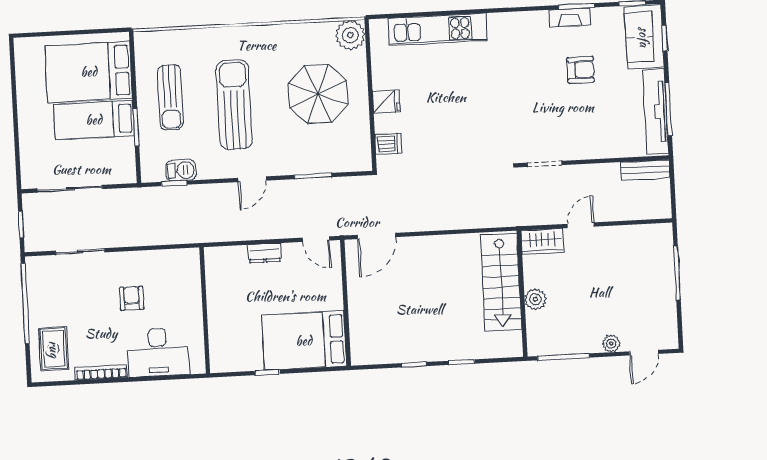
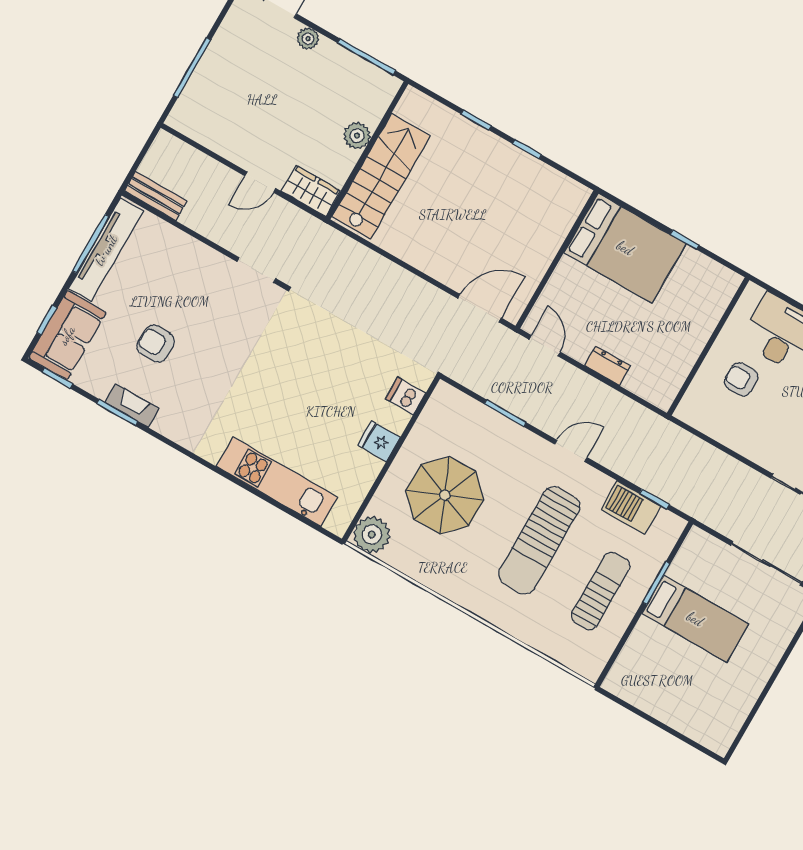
bed: (89, 72) -> (669, 672), removed
barbecue: (181, 170) -> (631, 507), width x1.38, depth x1.27
armchair: (132, 298) -> (741, 379), moved, turned 90

